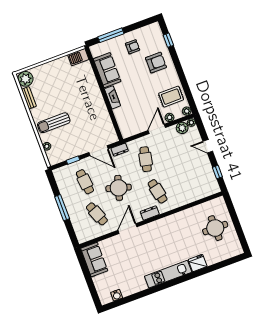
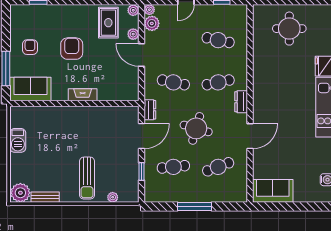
barbecue: (78, 57) -> (18, 140), moved
armchair: (156, 63) -> (72, 49), moved
sofa: (107, 70) -> (30, 89), moved
cafe table: (188, 180) -> (218, 40), added
door: (127, 229) -> (250, 136), swing flipped

